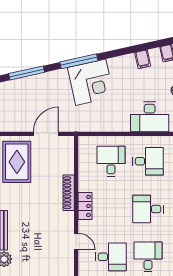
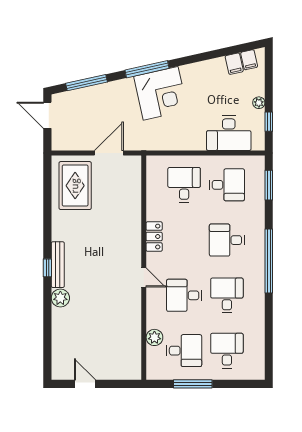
filing cabinet: (143, 59) -> (234, 64), moved
shoe rack: (69, 193) -> (135, 221), removed
desk: (111, 257) -> (184, 295), turned 180

